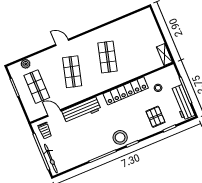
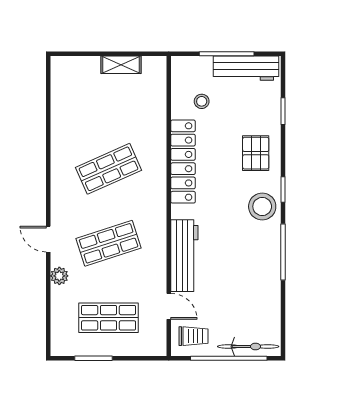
door: (62, 42) -> (48, 239), hinge flipped
shelving: (164, 55) -> (121, 65), moved
shop shelf: (107, 57) -> (109, 169), turned -39
plant: (26, 64) -> (59, 276), moved
shop shelf: (72, 72) -> (109, 243), turned -33
door: (54, 113) -> (169, 306), swing flipped
pallet: (155, 117) -> (256, 153), moved, turned 90

